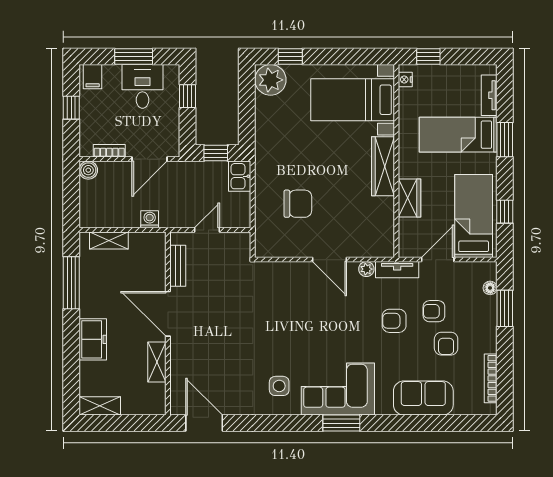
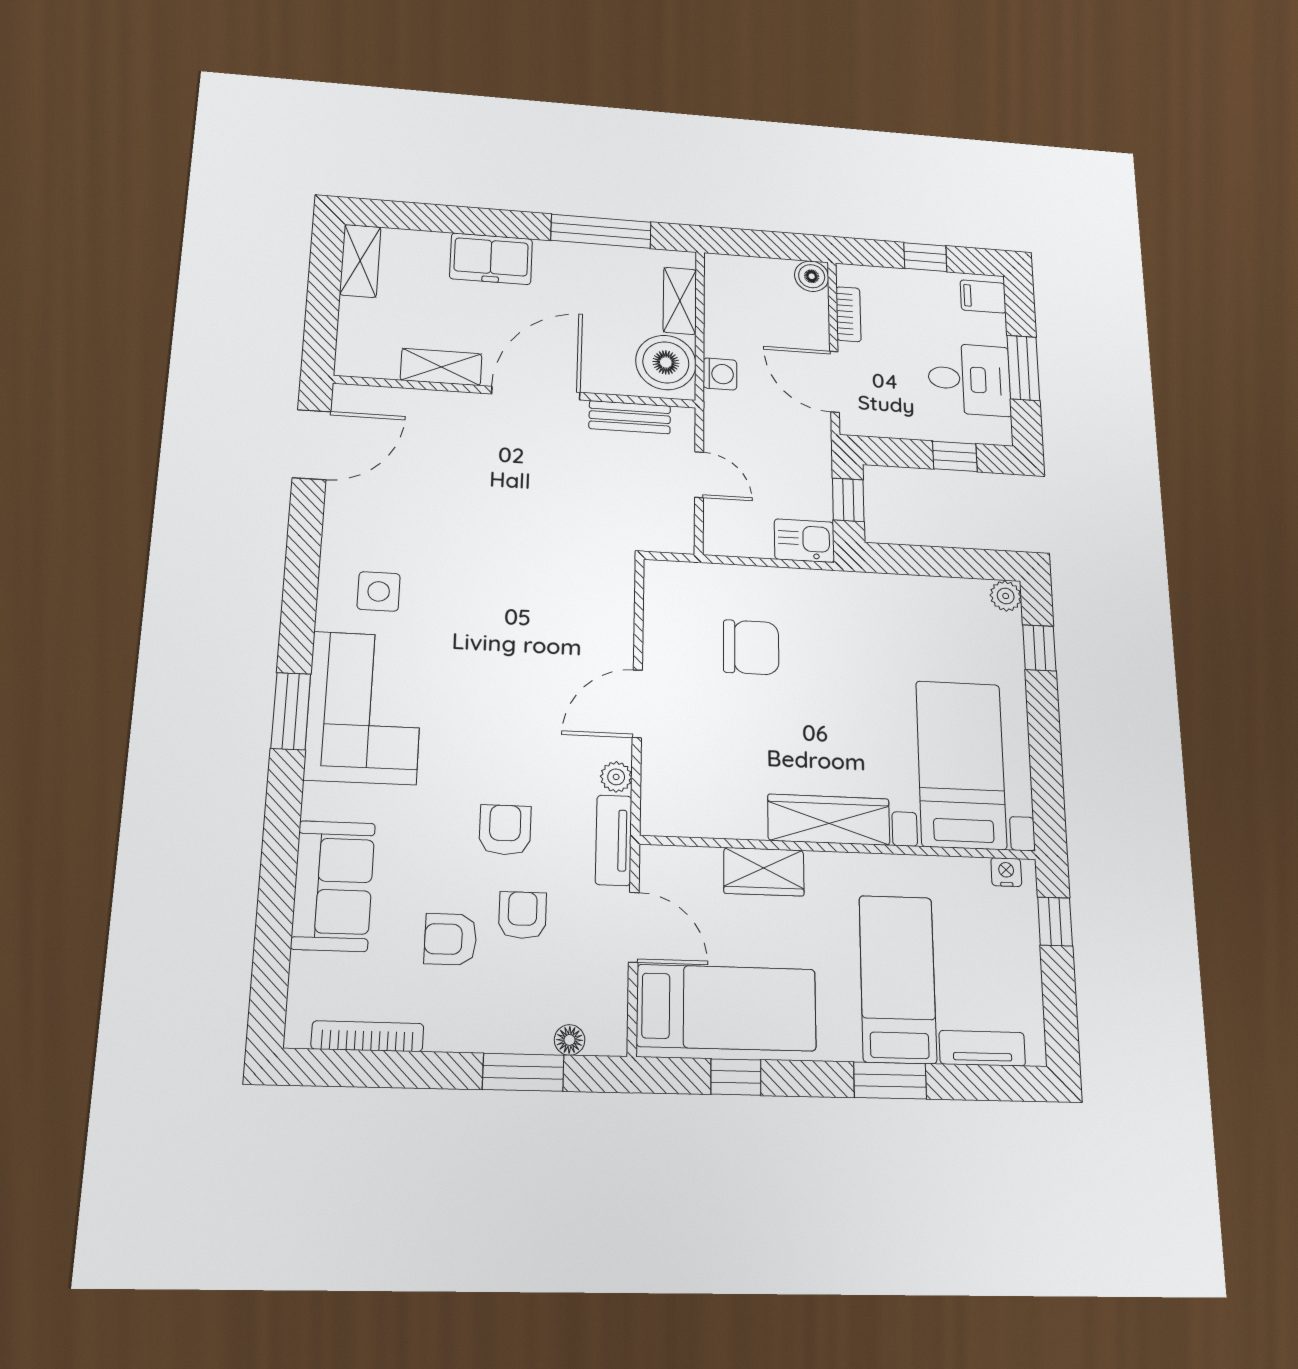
plant: (270, 80) -> (1006, 596), width x0.53, depth x0.53
chair: (298, 204) -> (751, 647), turned -90
boiler: (145, 248) -> (666, 362), added

